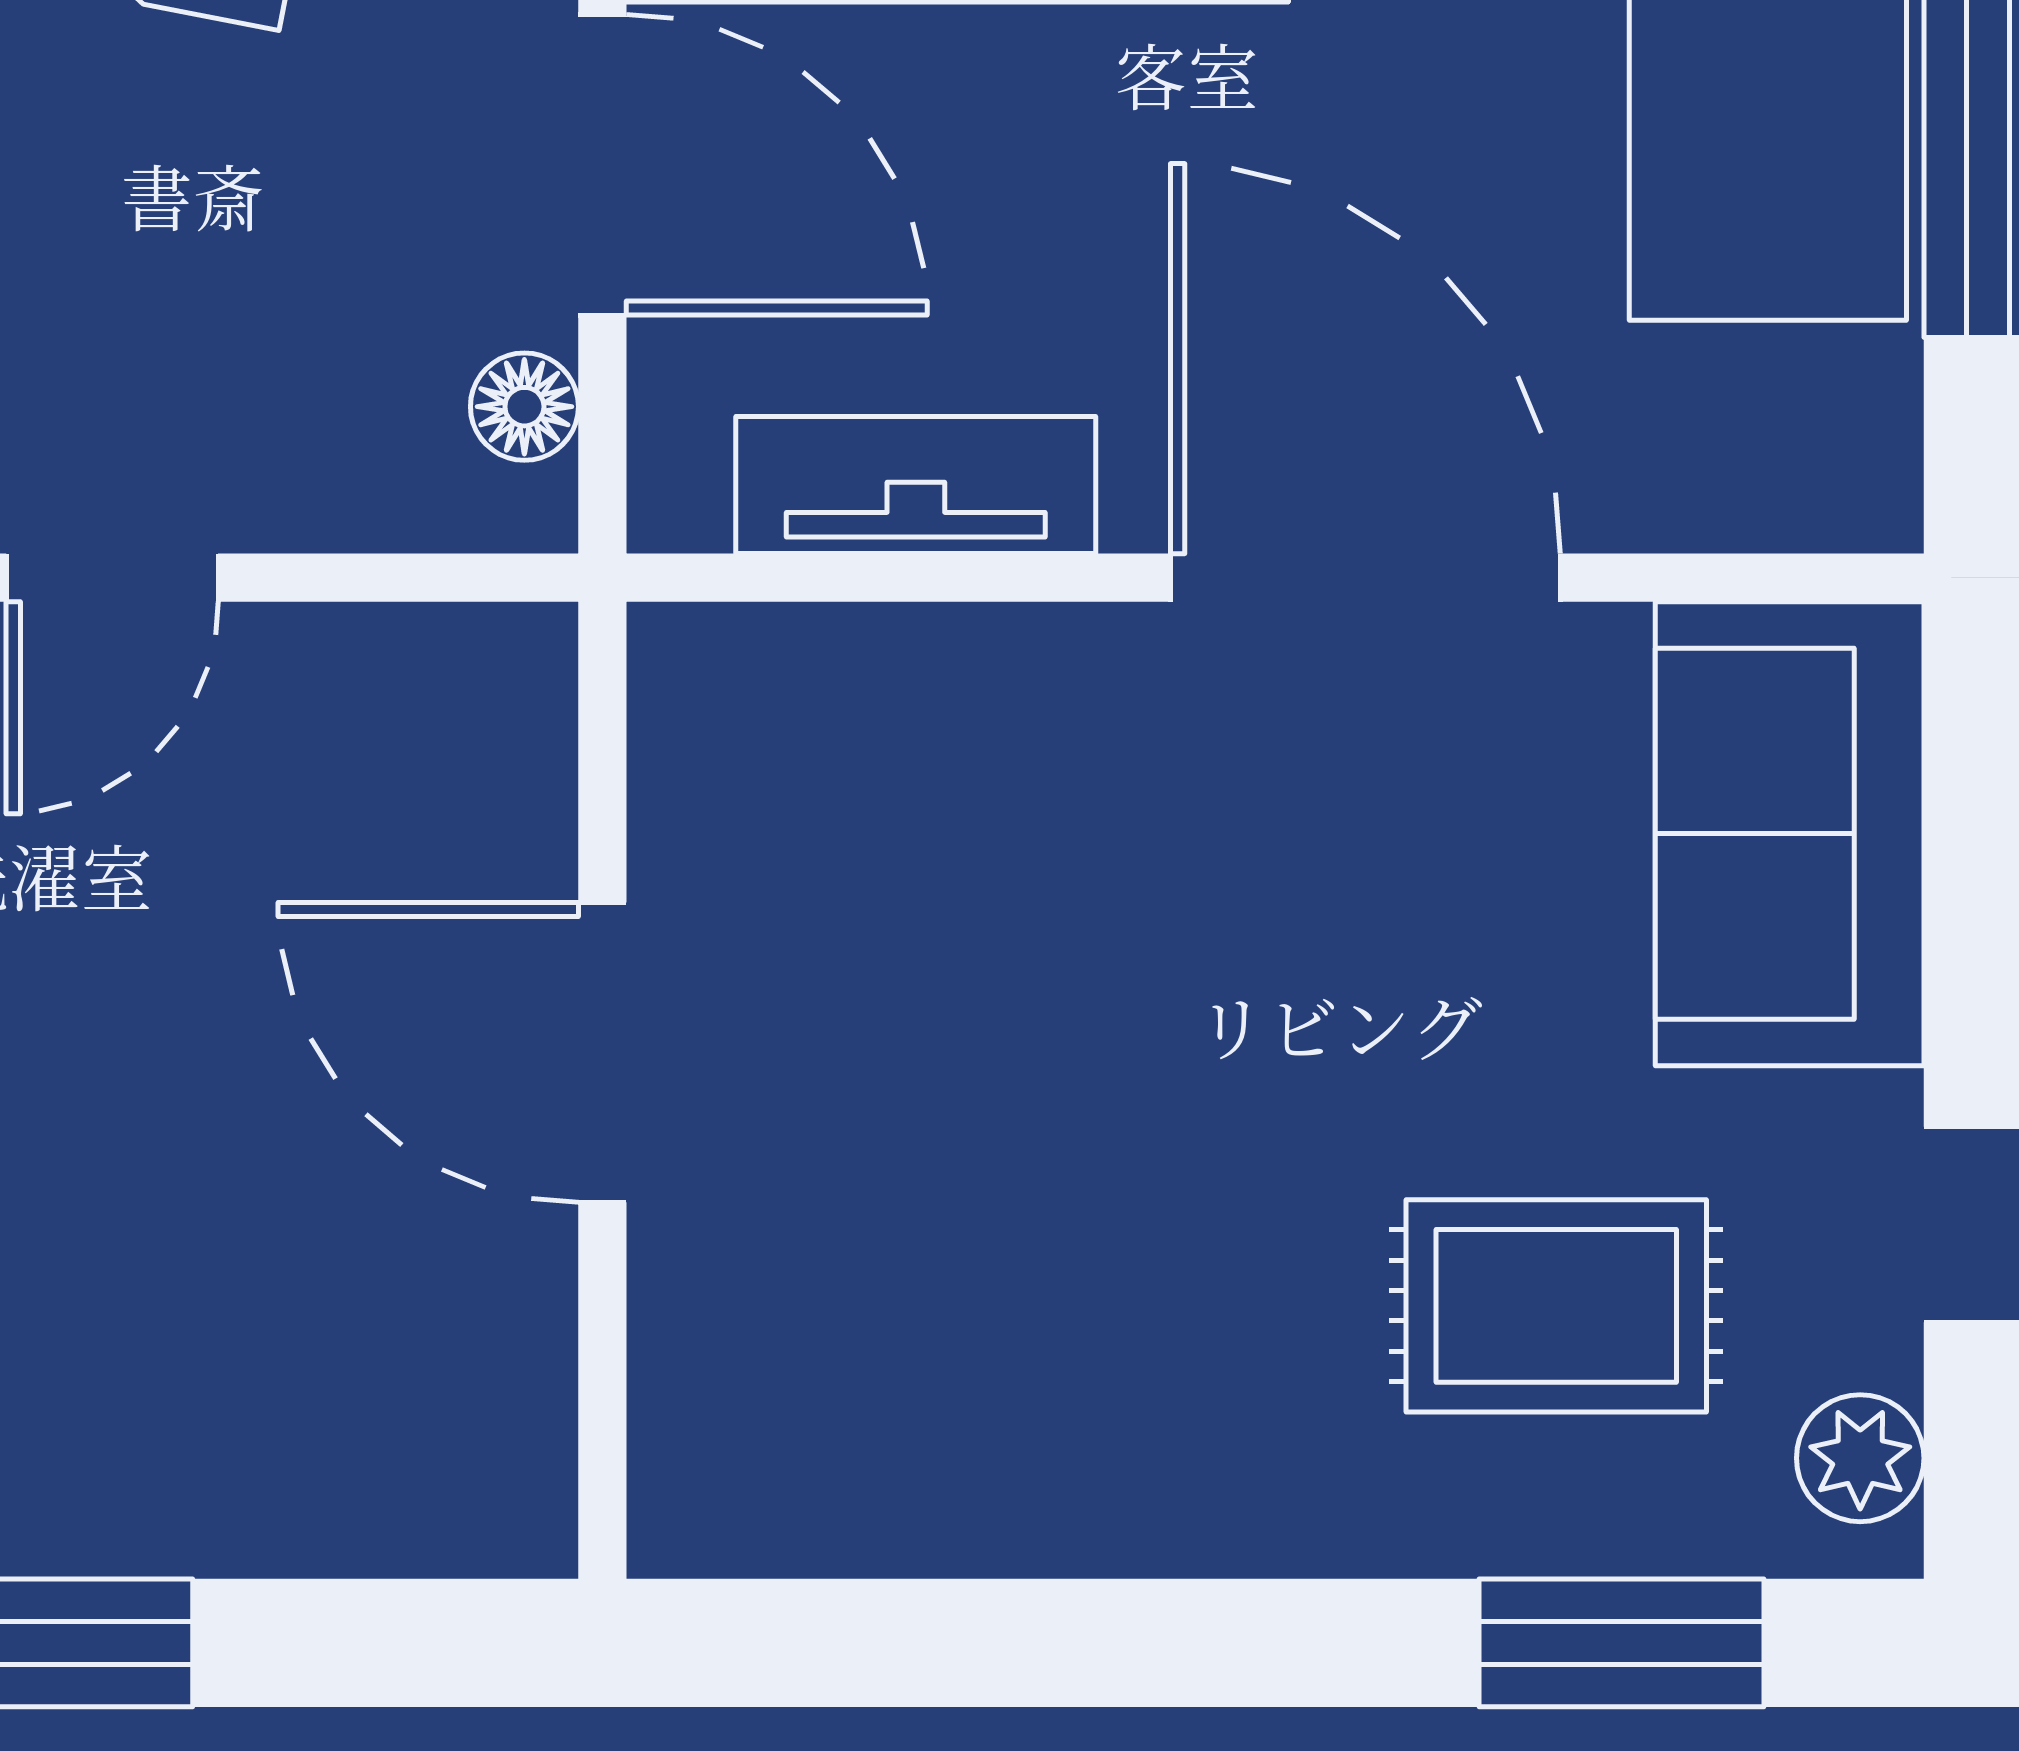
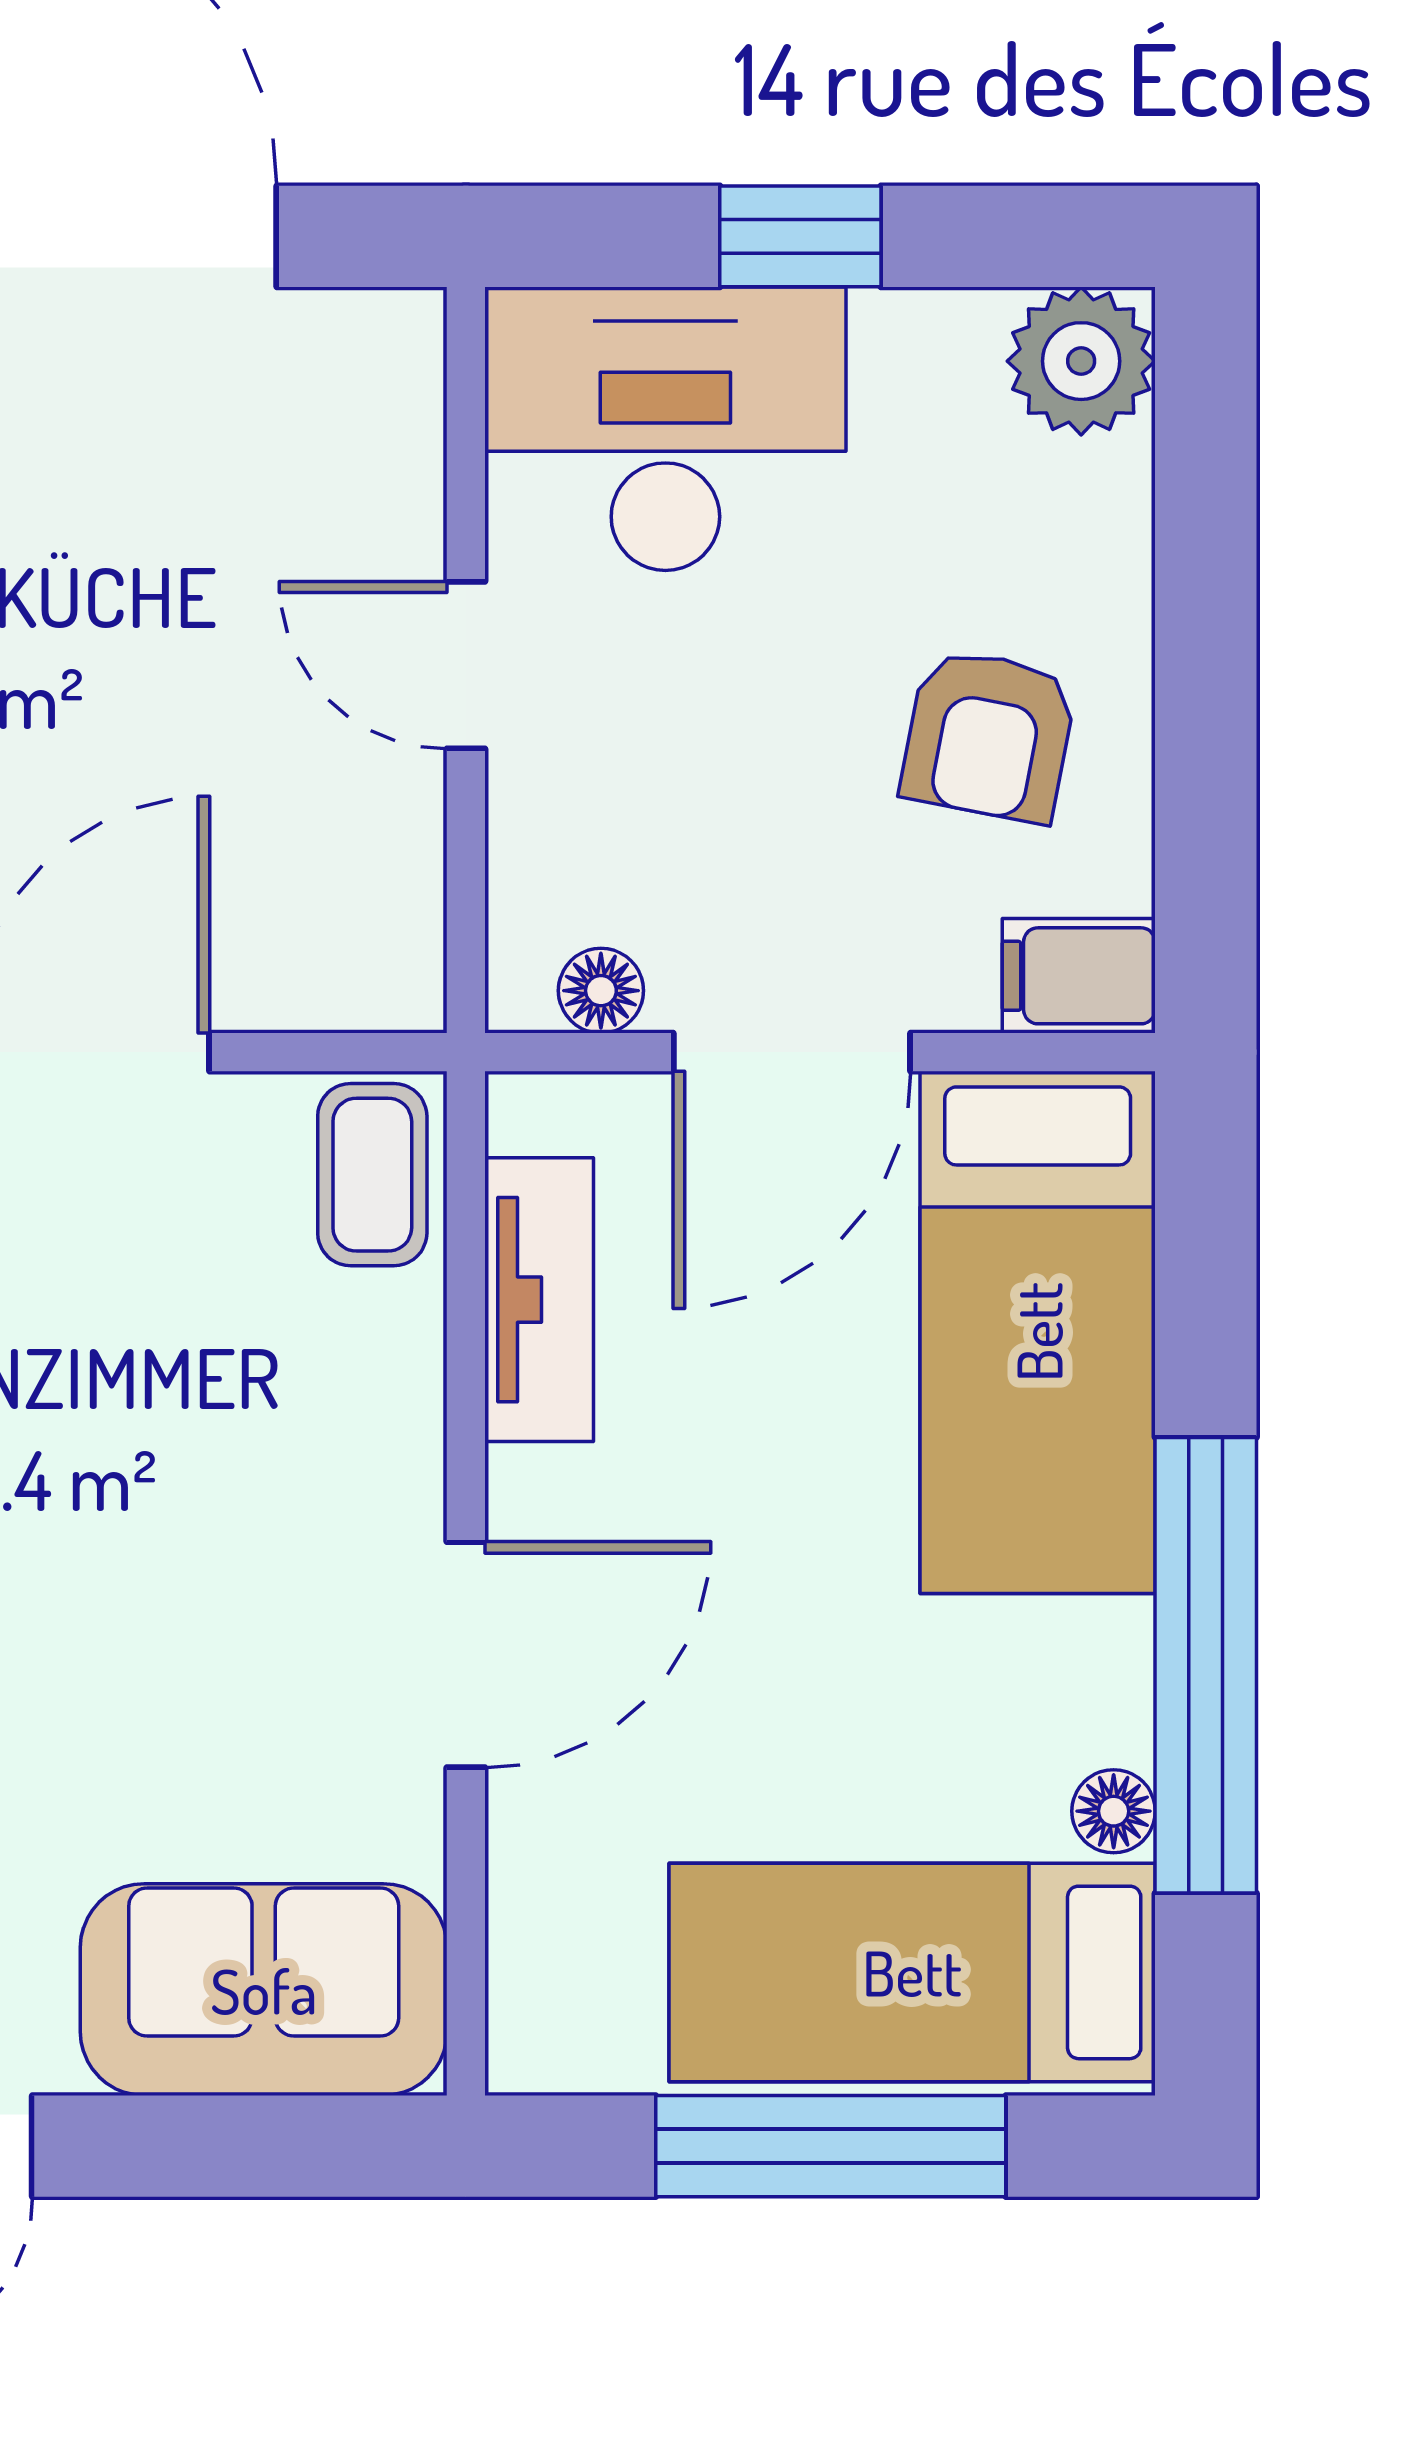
door: (1365, 578) -> (466, 1655), width x0.73
coffee table: (757, 696) -> (372, 1175), added

